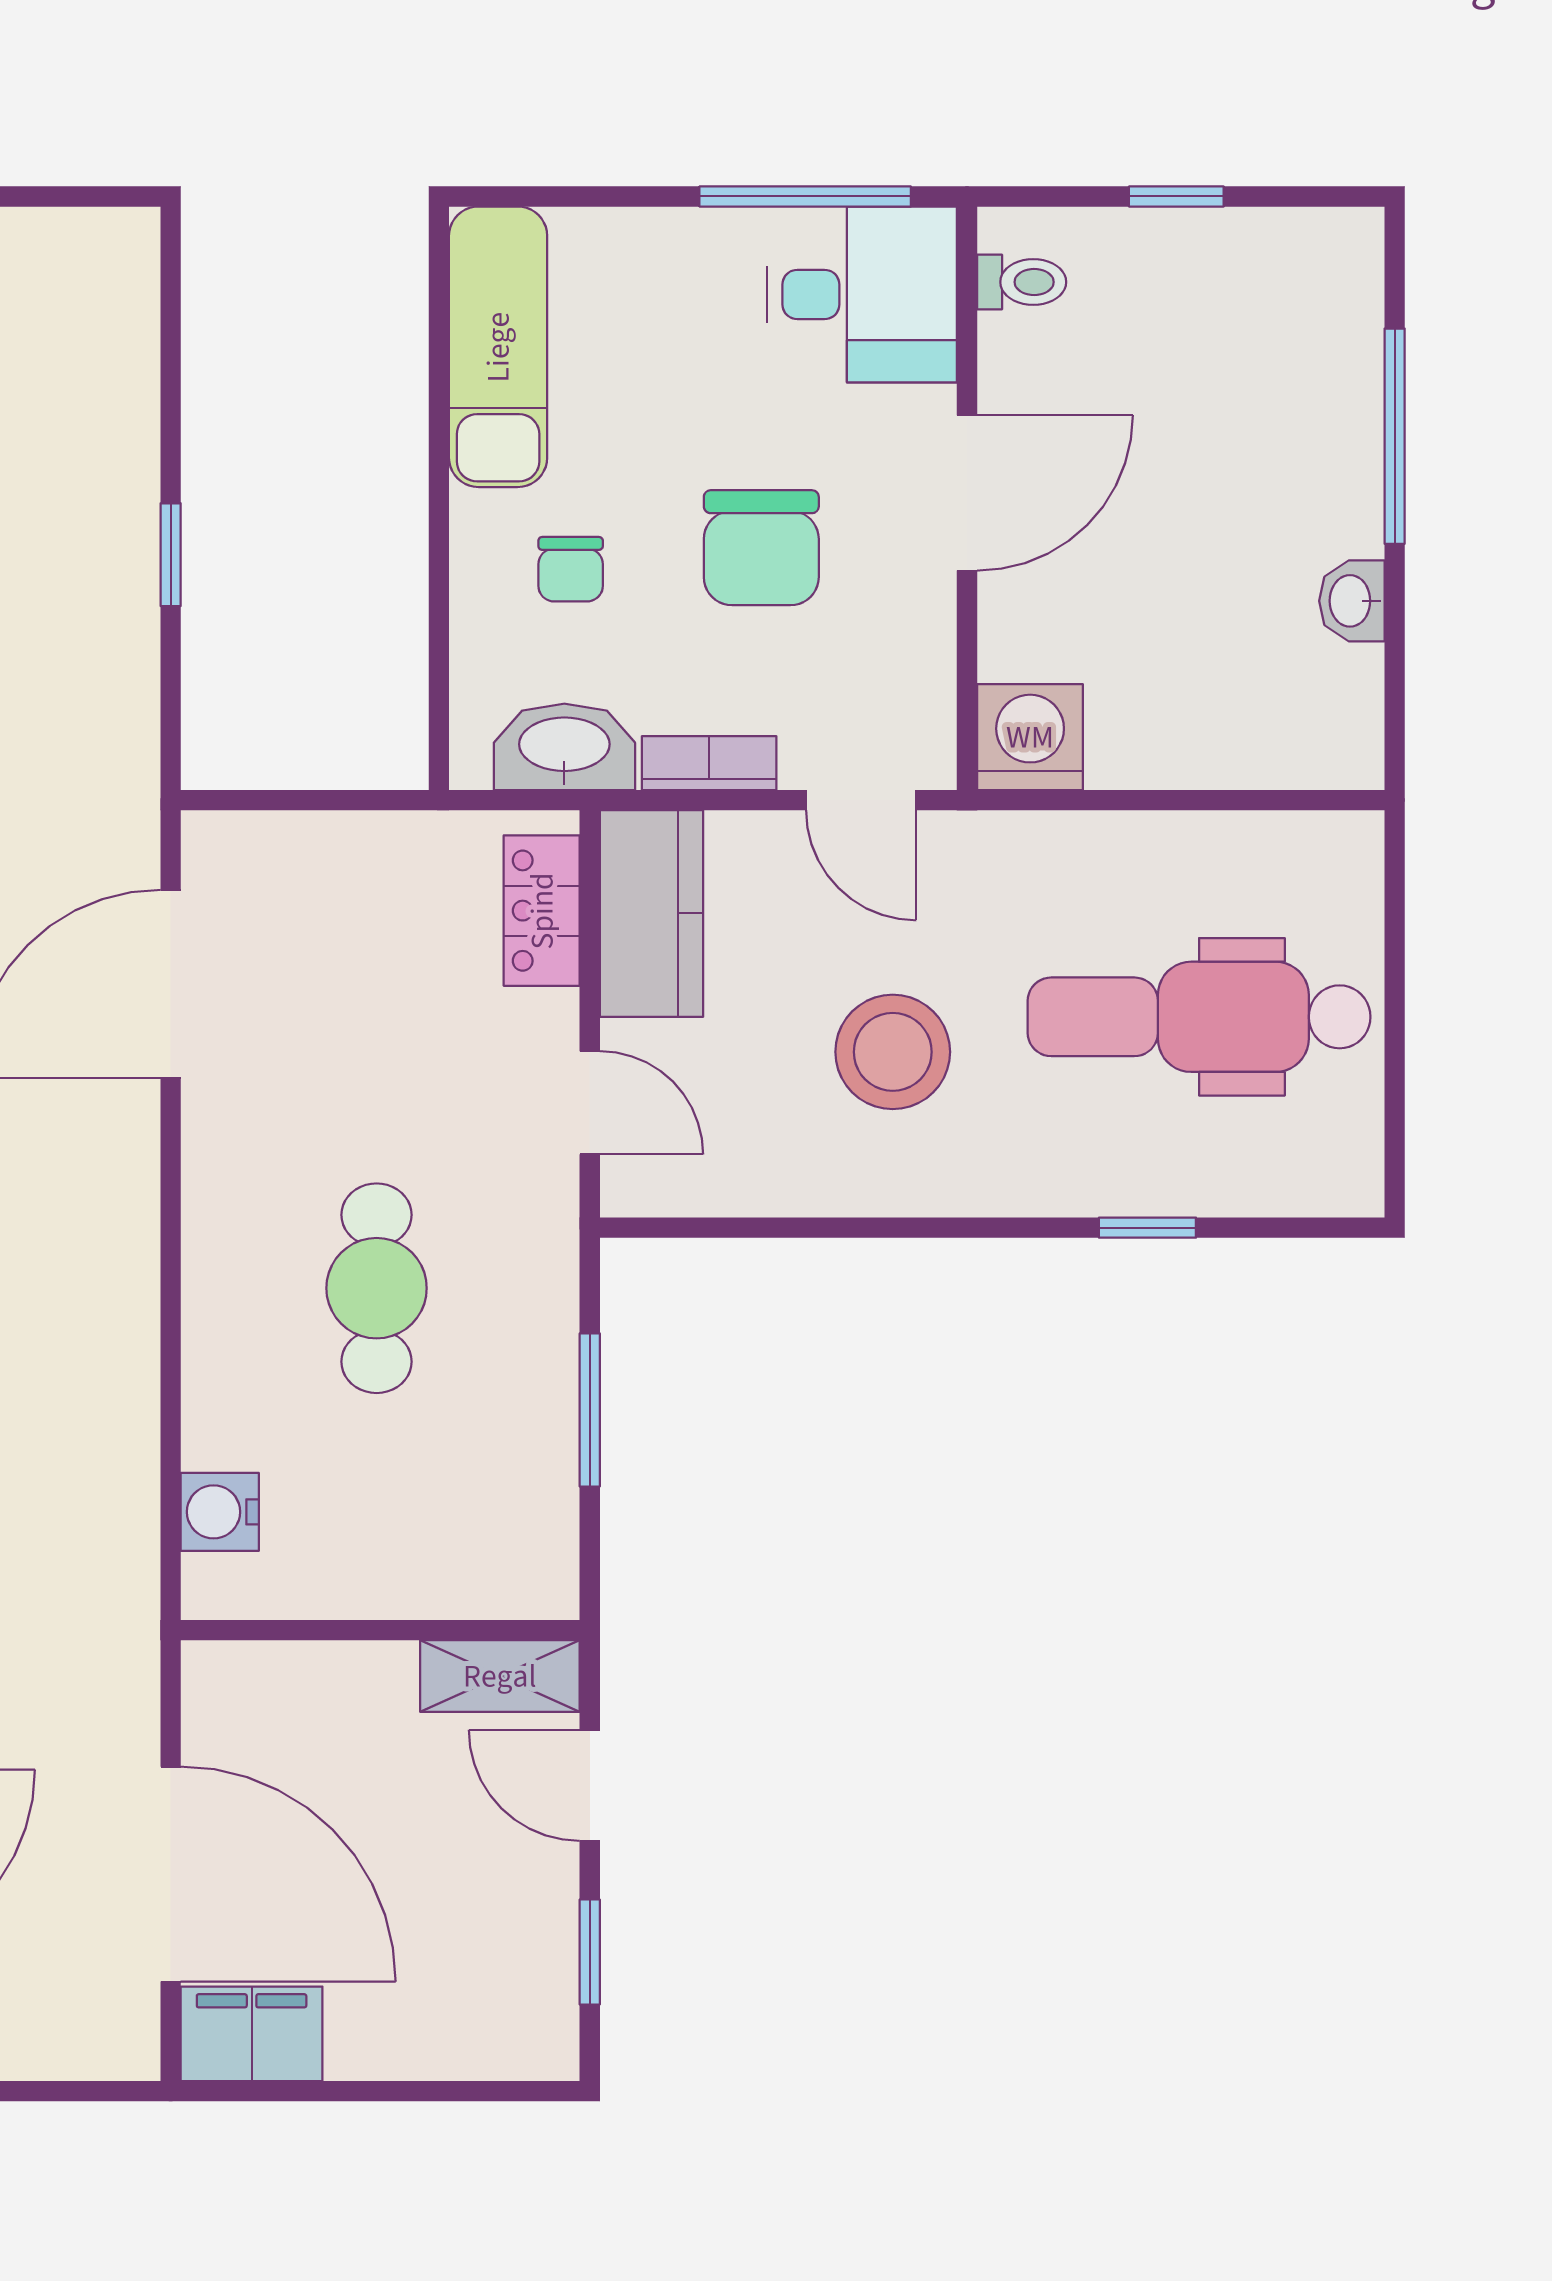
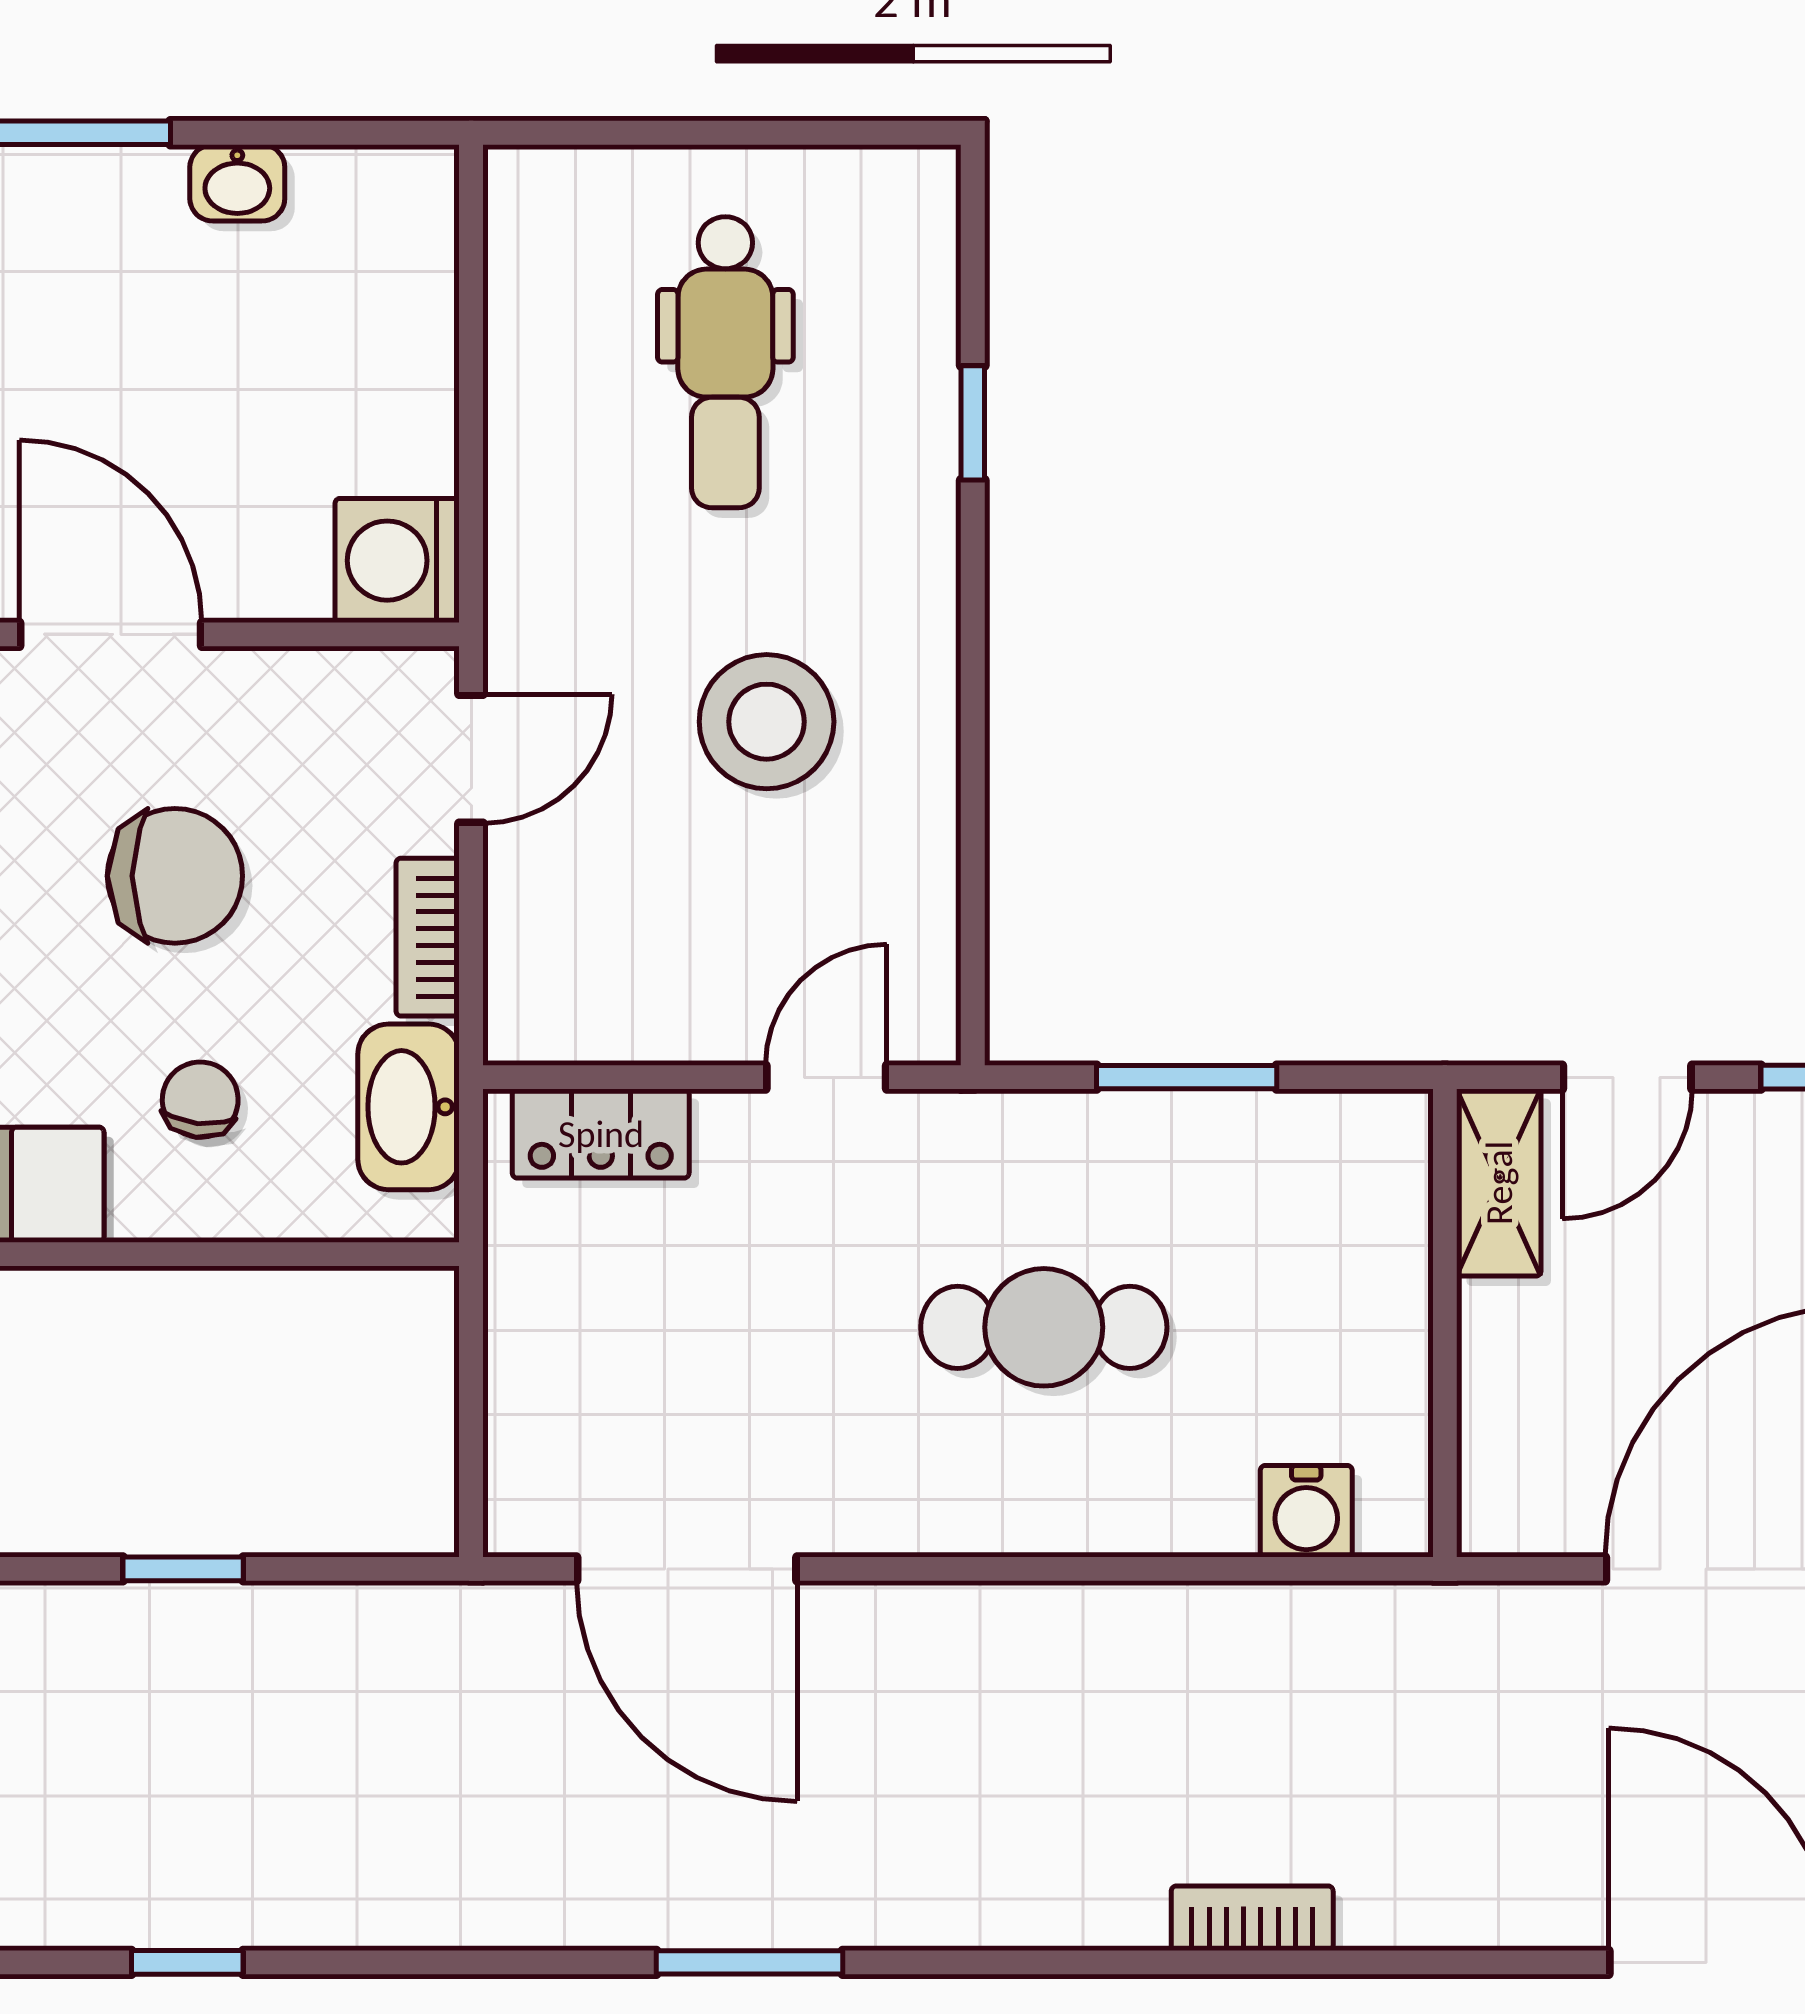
chair: (571, 569) -> (200, 1100), turned -84
kitchen counter: (652, 913) -> (604, 1005), removed
dental chair: (1199, 1017) -> (725, 362), width x0.73, depth x0.72

